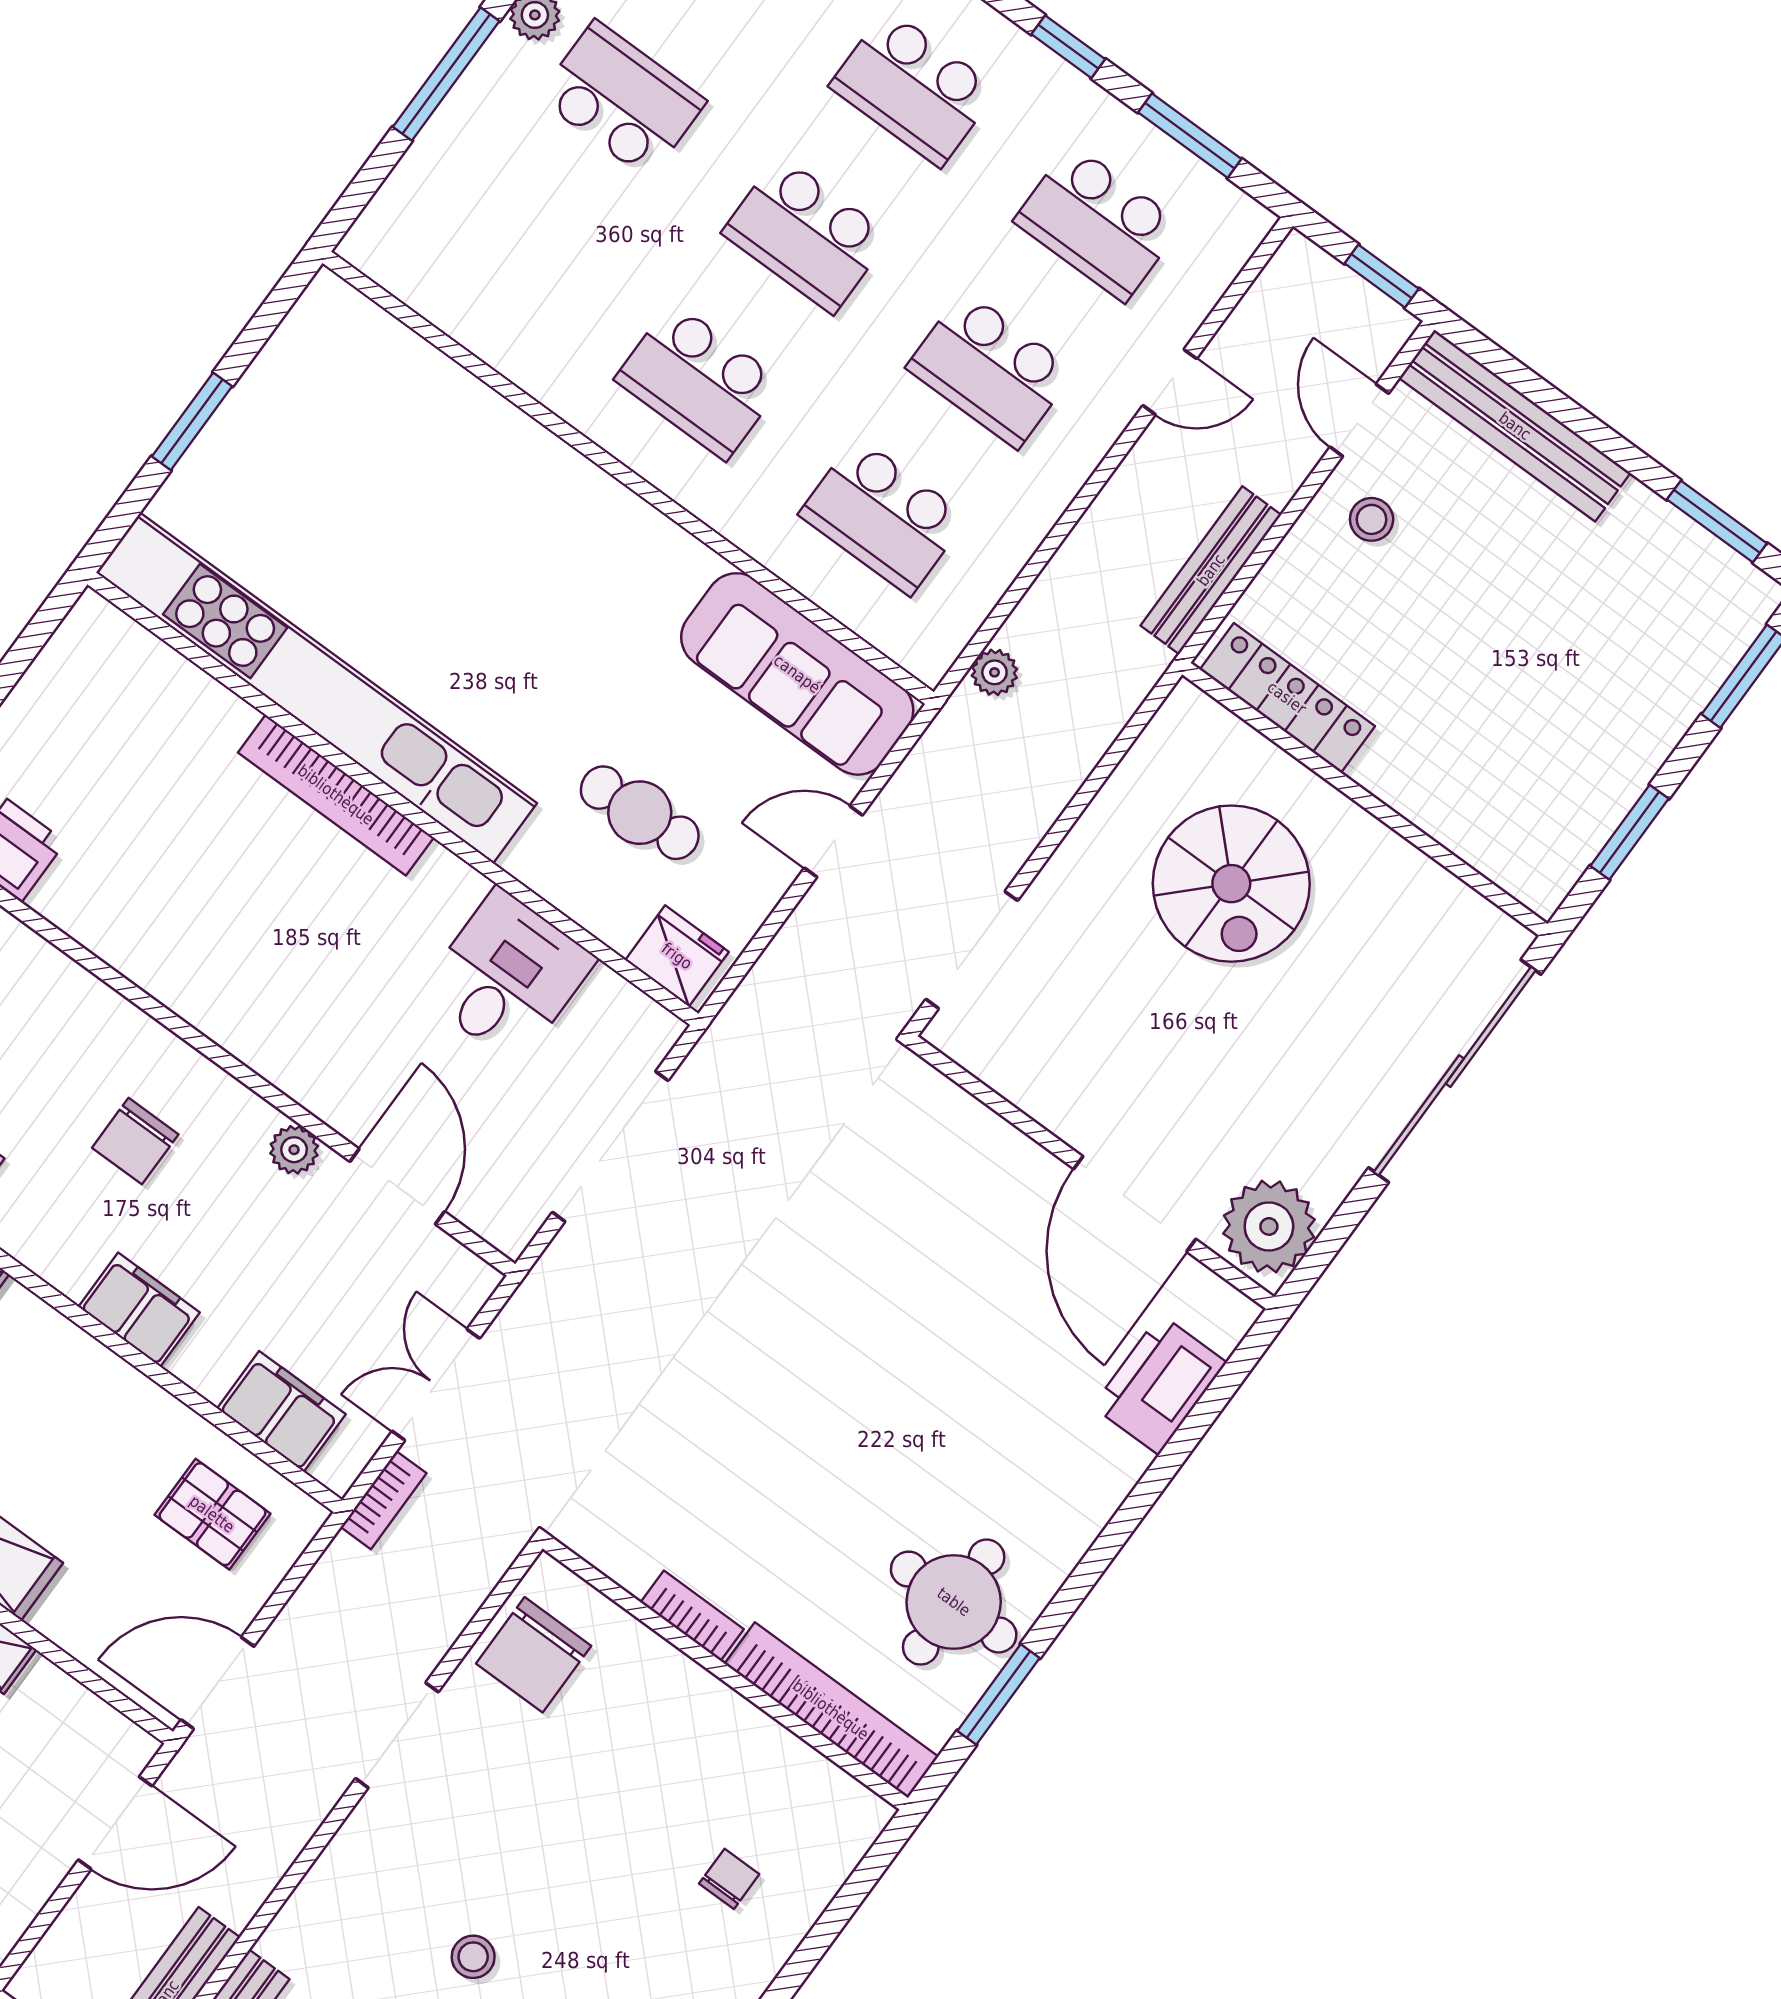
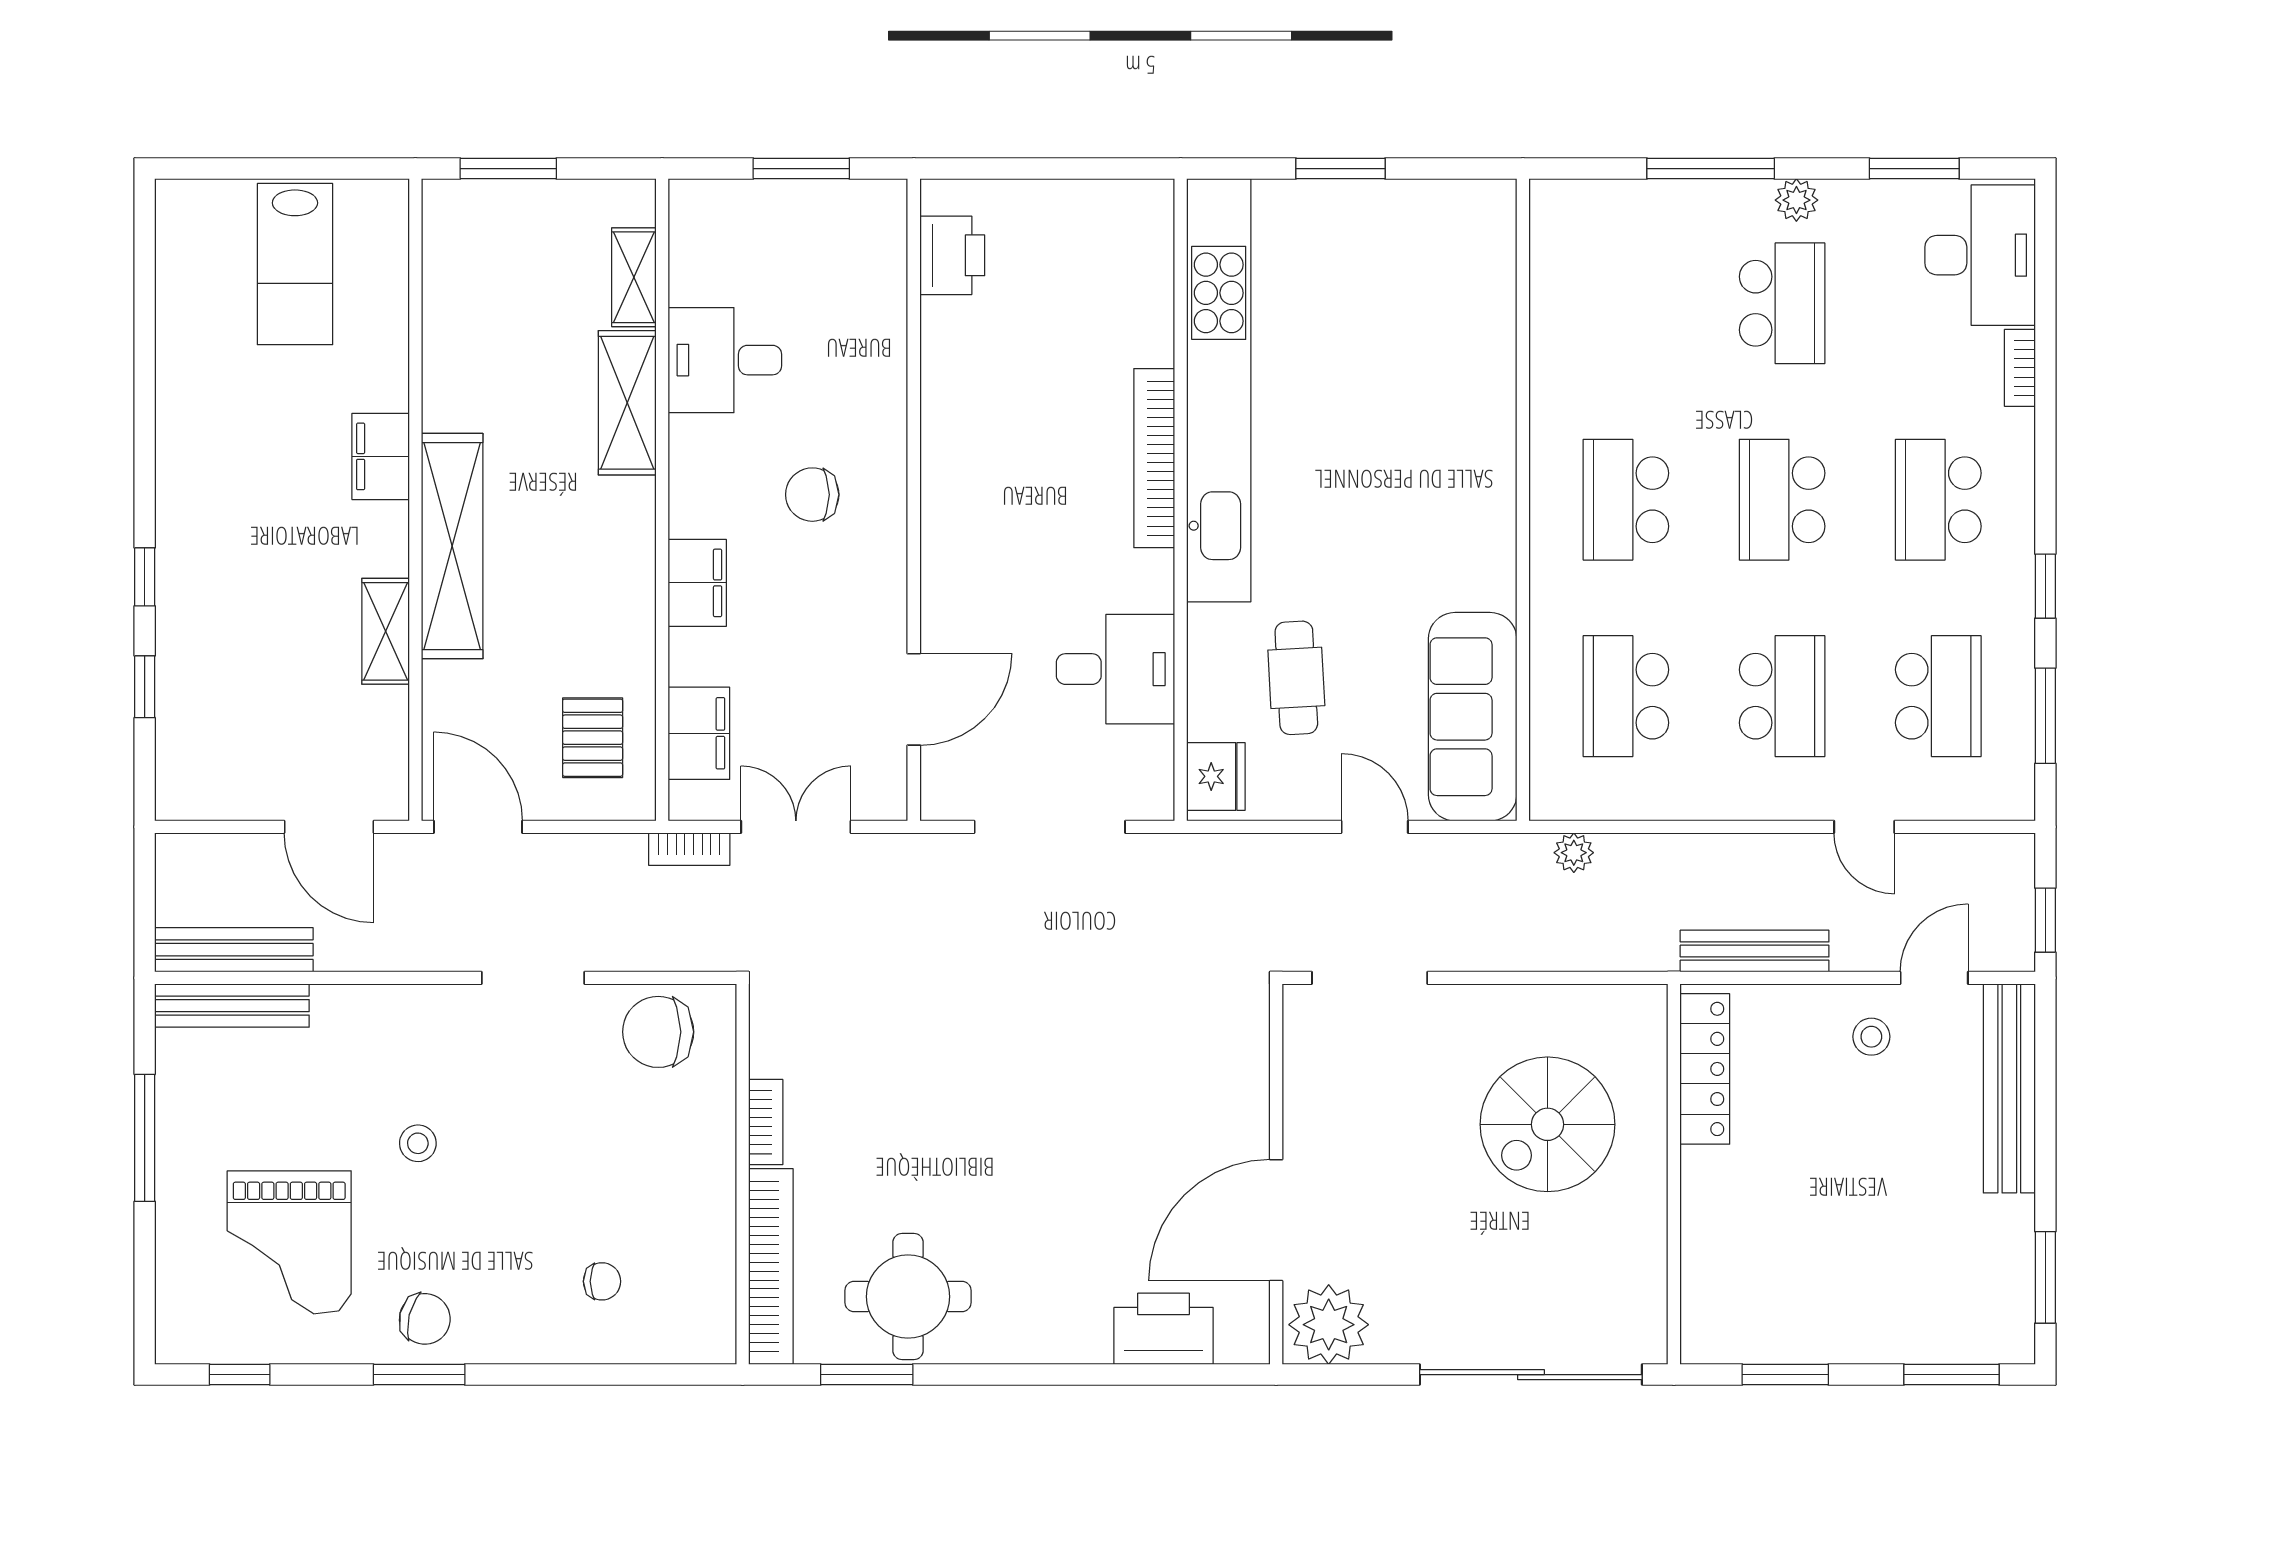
school desk: (1098, 223) -> (1938, 696), turned 180
school desk: (991, 369) -> (1782, 696), turned 180
plant: (294, 1150) -> (887, 609), removed

